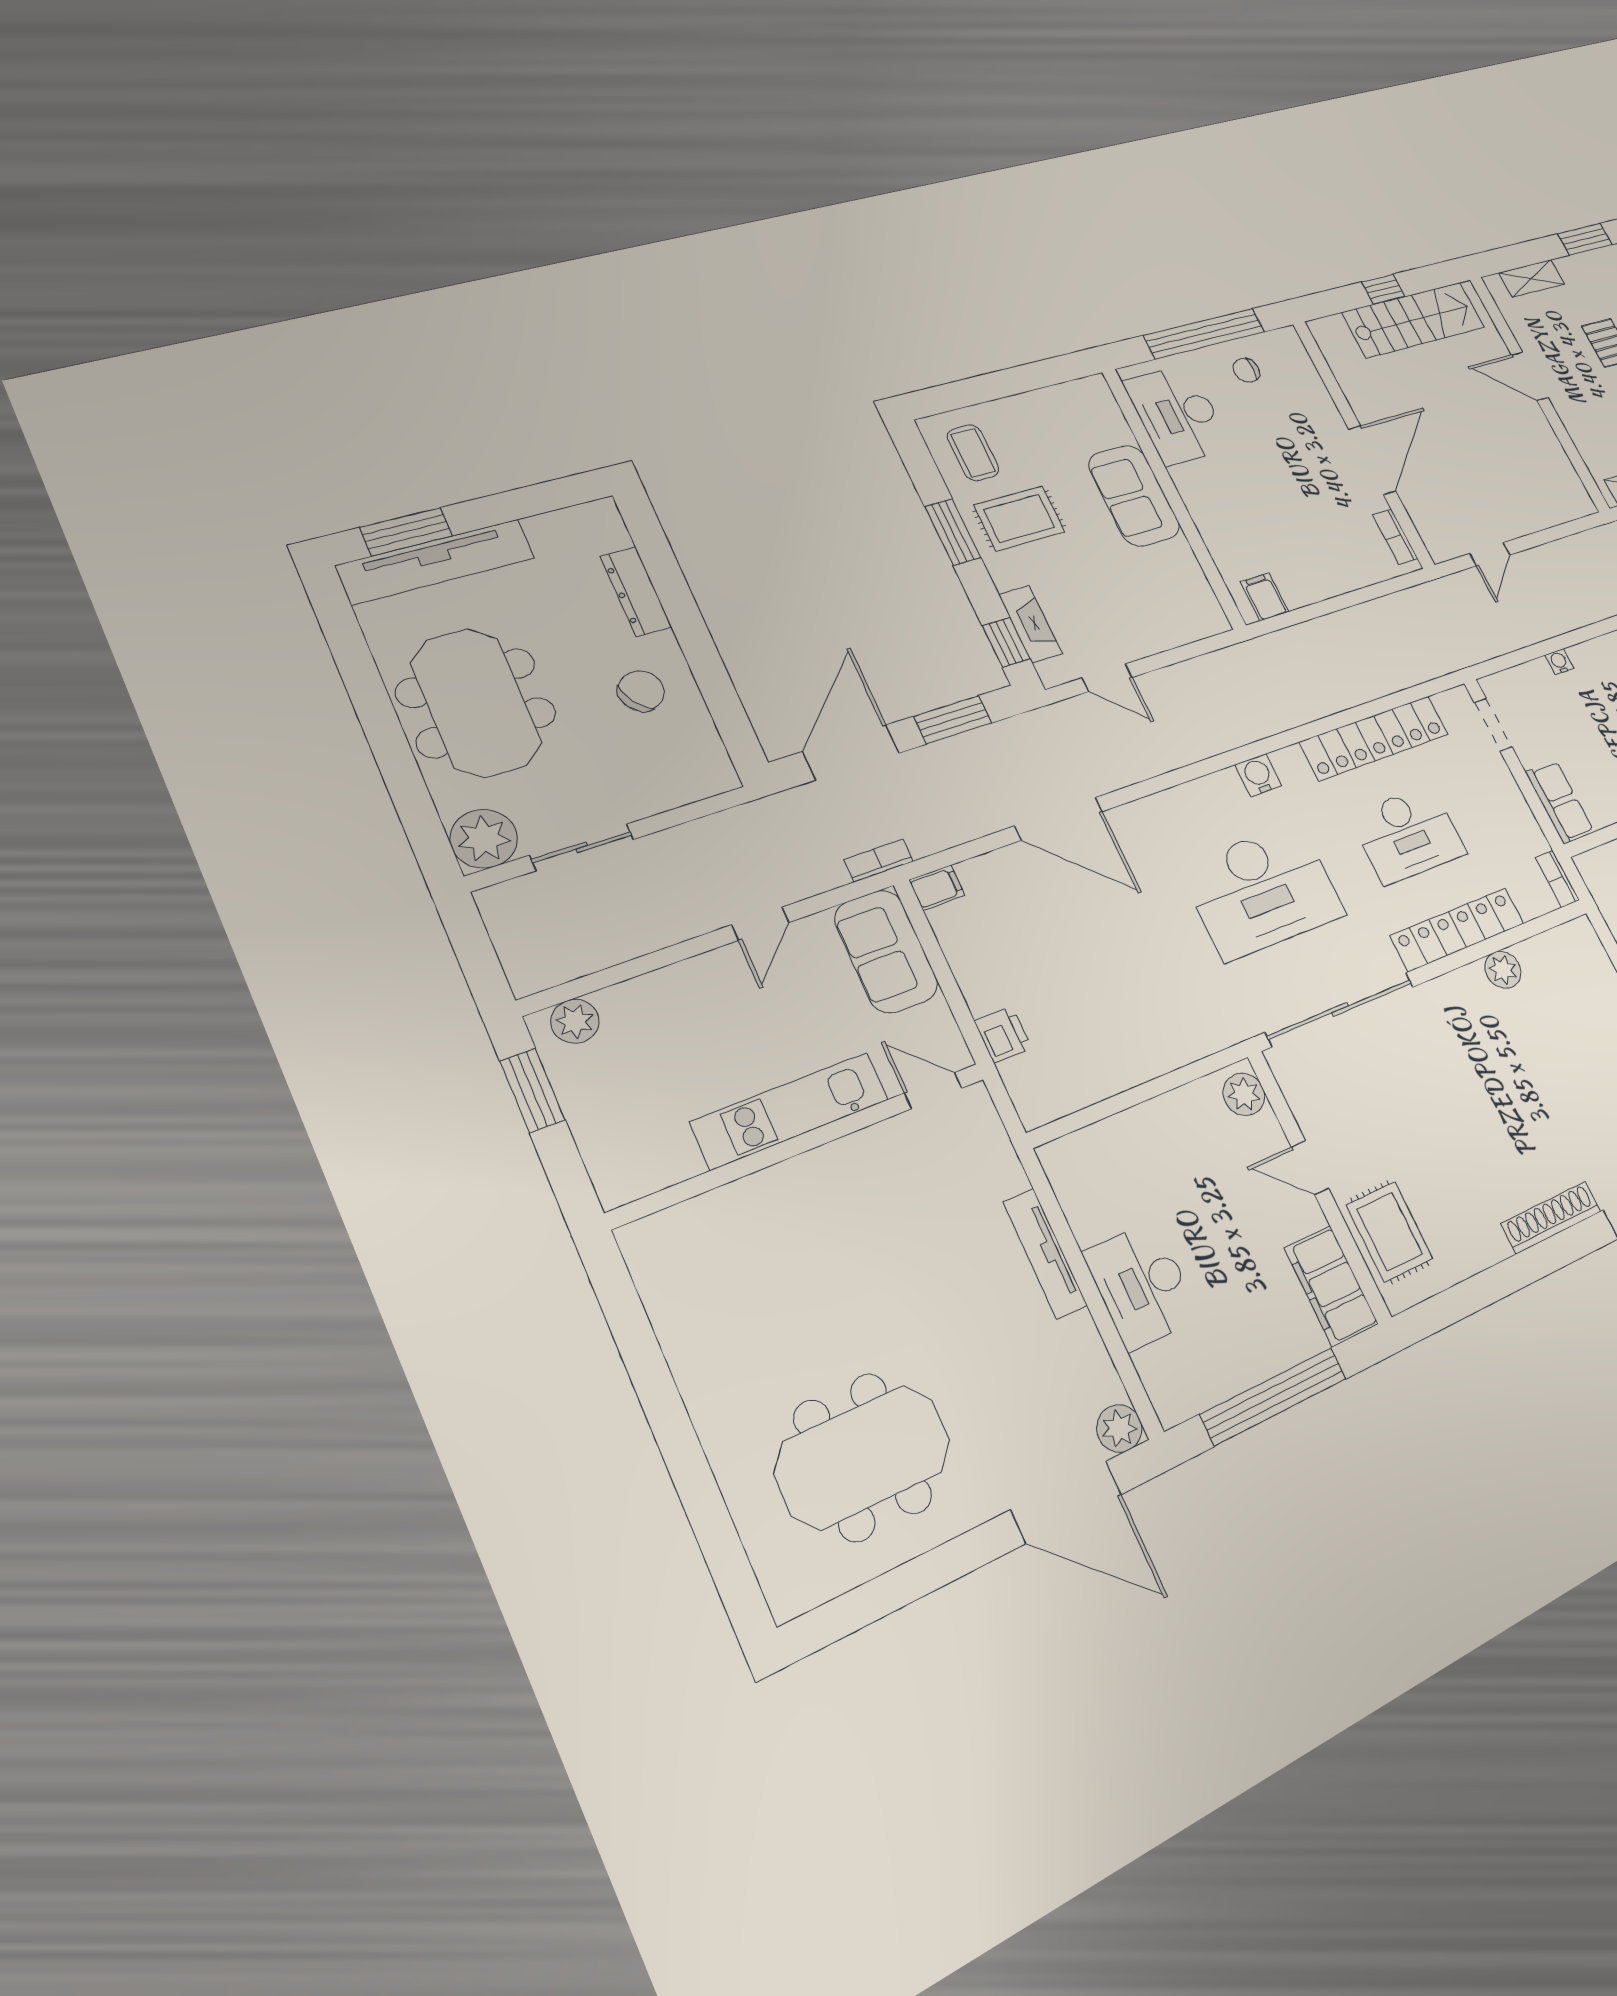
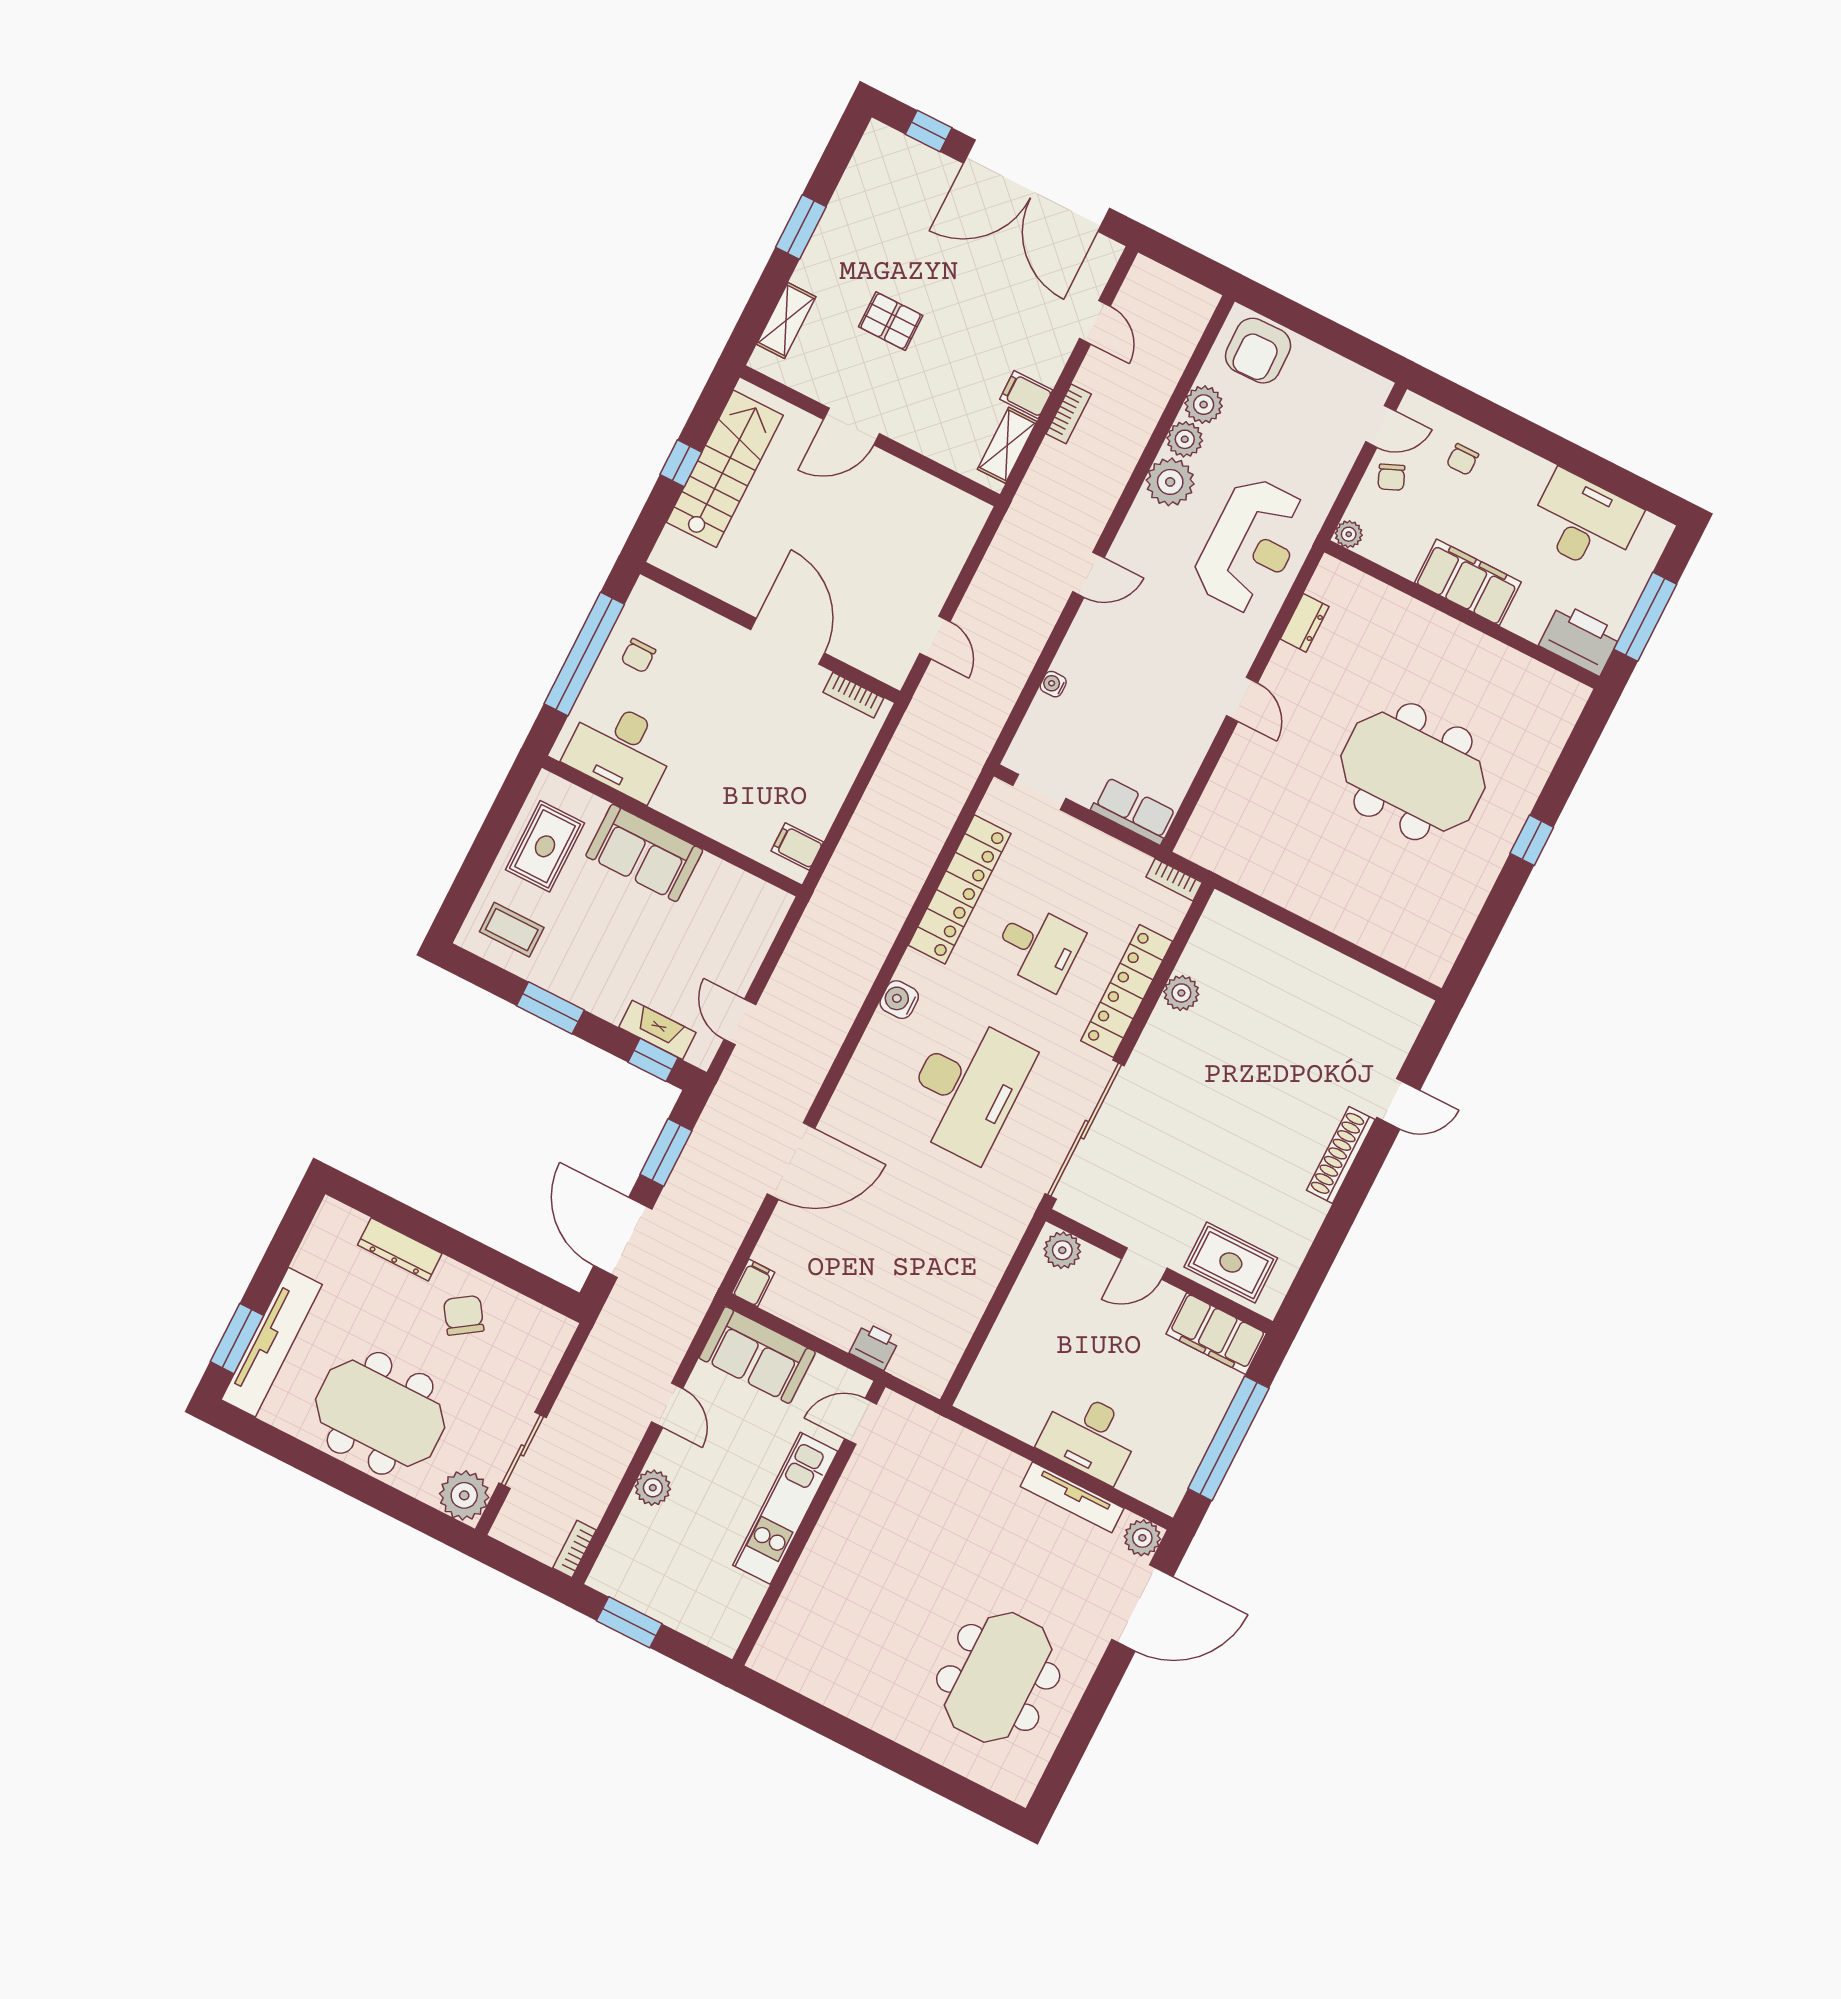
rug: (1019, 518) -> (545, 846), moved
door: (1107, 678) -> (740, 1022), swing flipped
desk: (1408, 834) -> (1039, 947), width x0.73
bookcase: (879, 860) -> (574, 1549), moved
plant: (575, 1021) -> (653, 1488), moved
tv unit: (1045, 1254) -> (1072, 1497), moved

